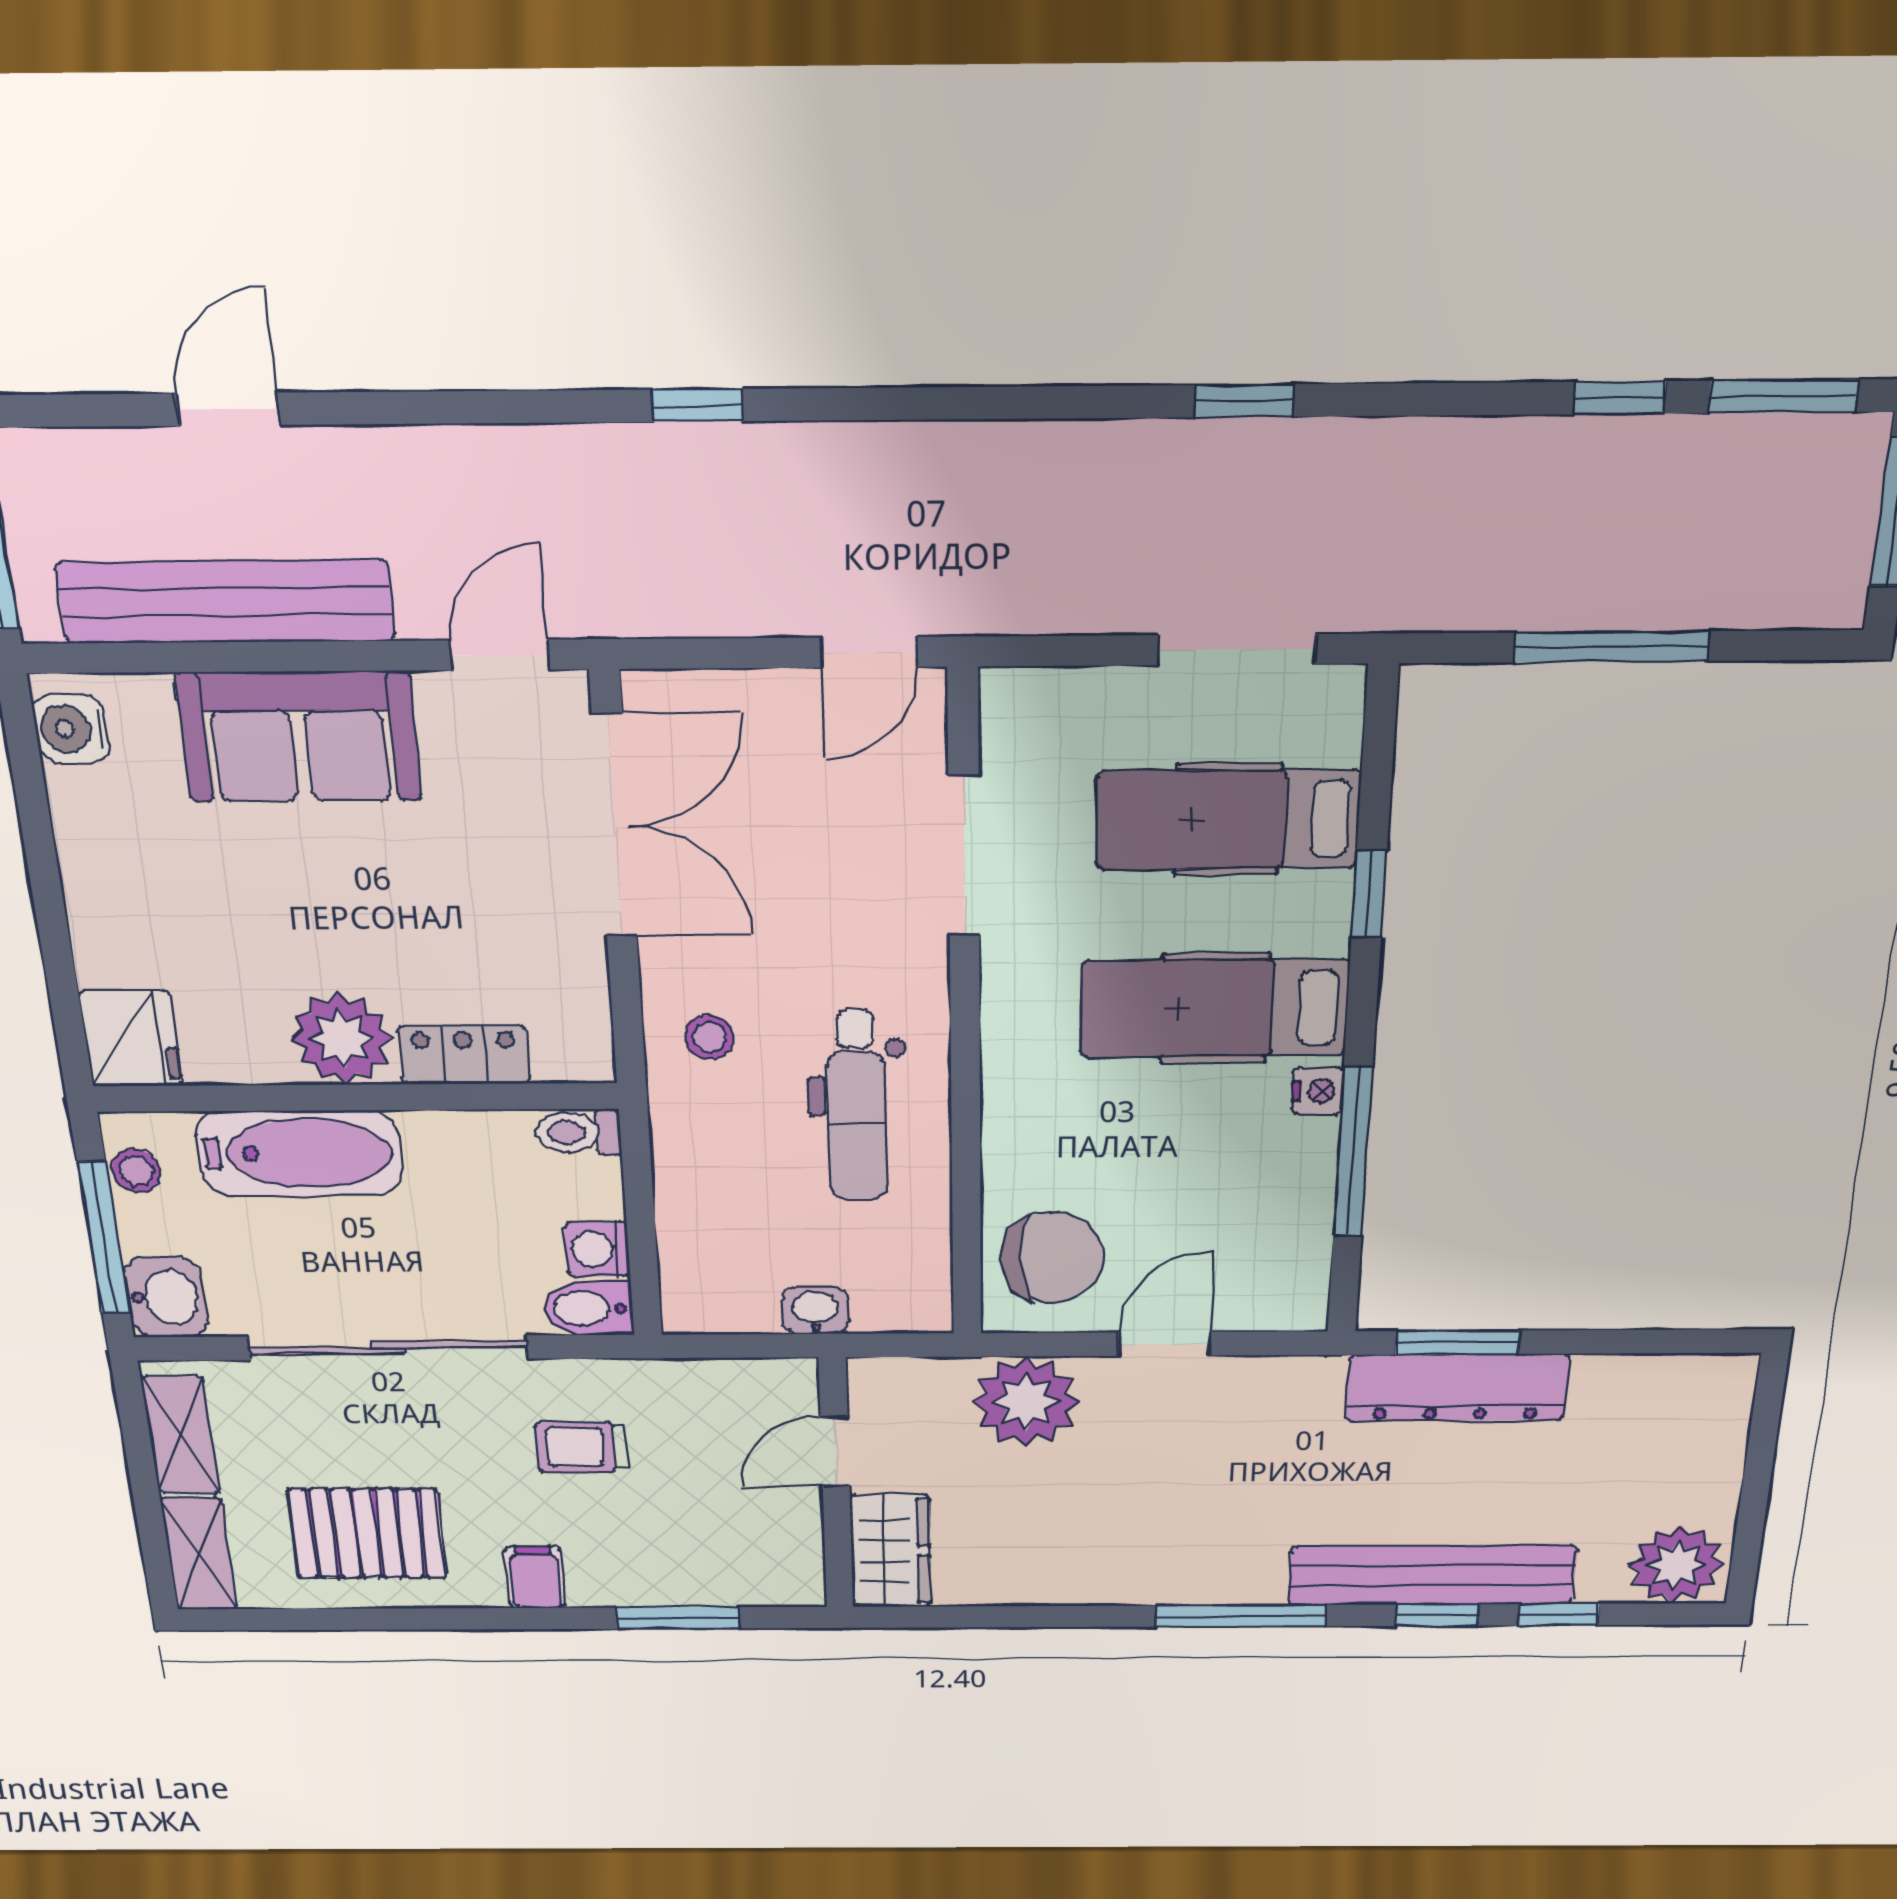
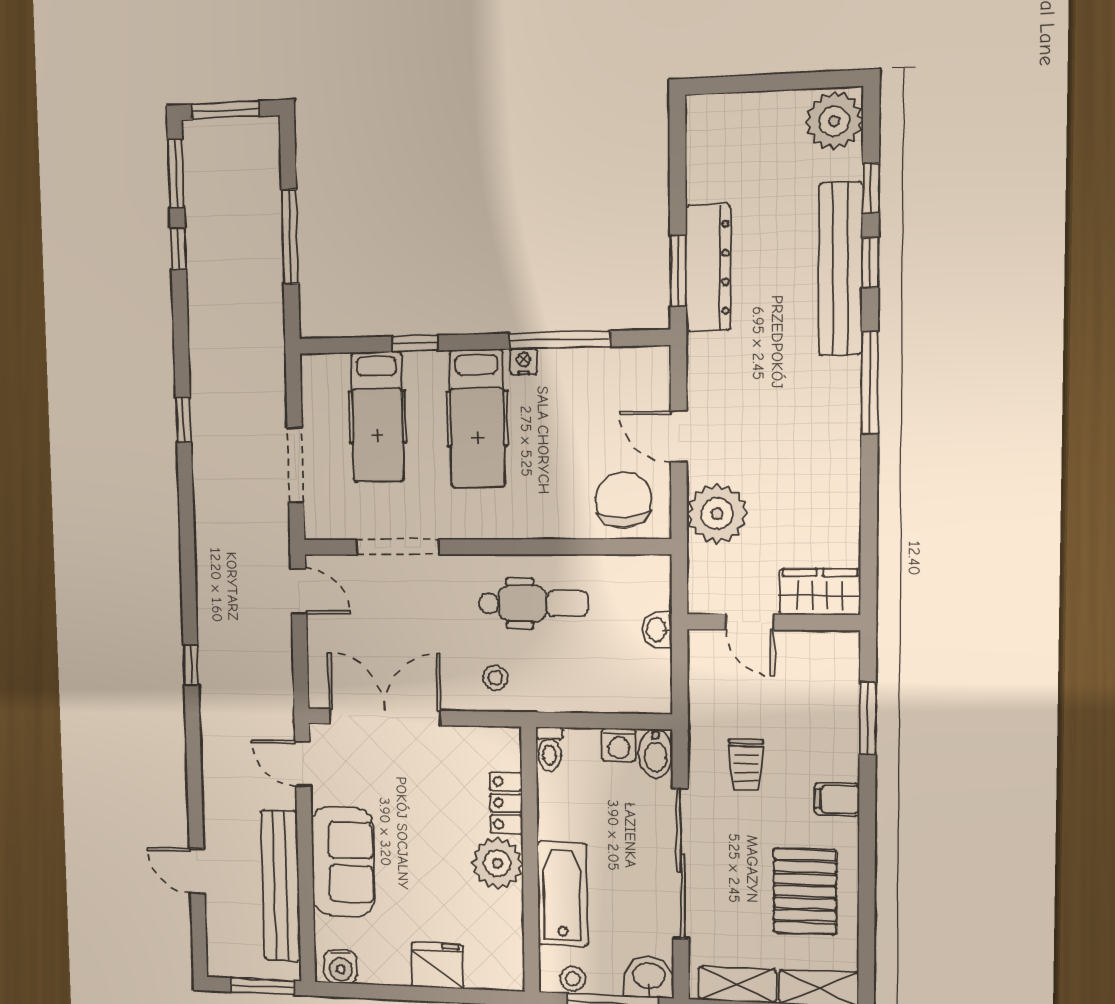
doorway: (1236, 650) -> (296, 465), moved
fridge: (130, 1039) -> (437, 966), moved

